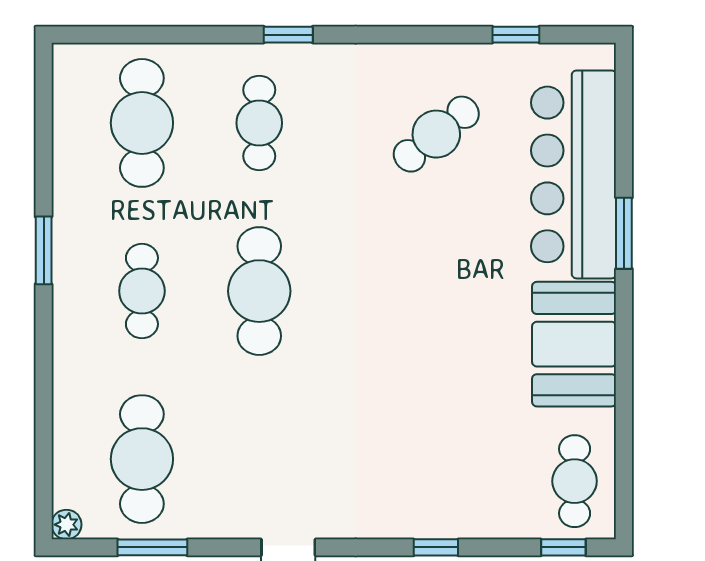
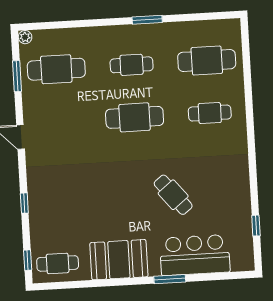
window: (288, 35) -> (250, 124), removed
cafe table: (436, 134) -> (173, 195), moved
bar counter: (574, 174) -> (195, 255), width x0.73

